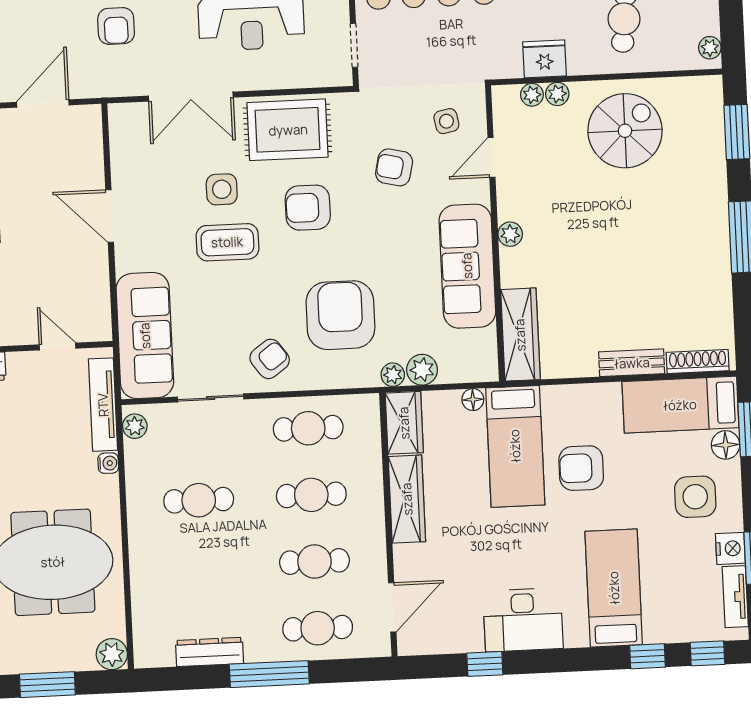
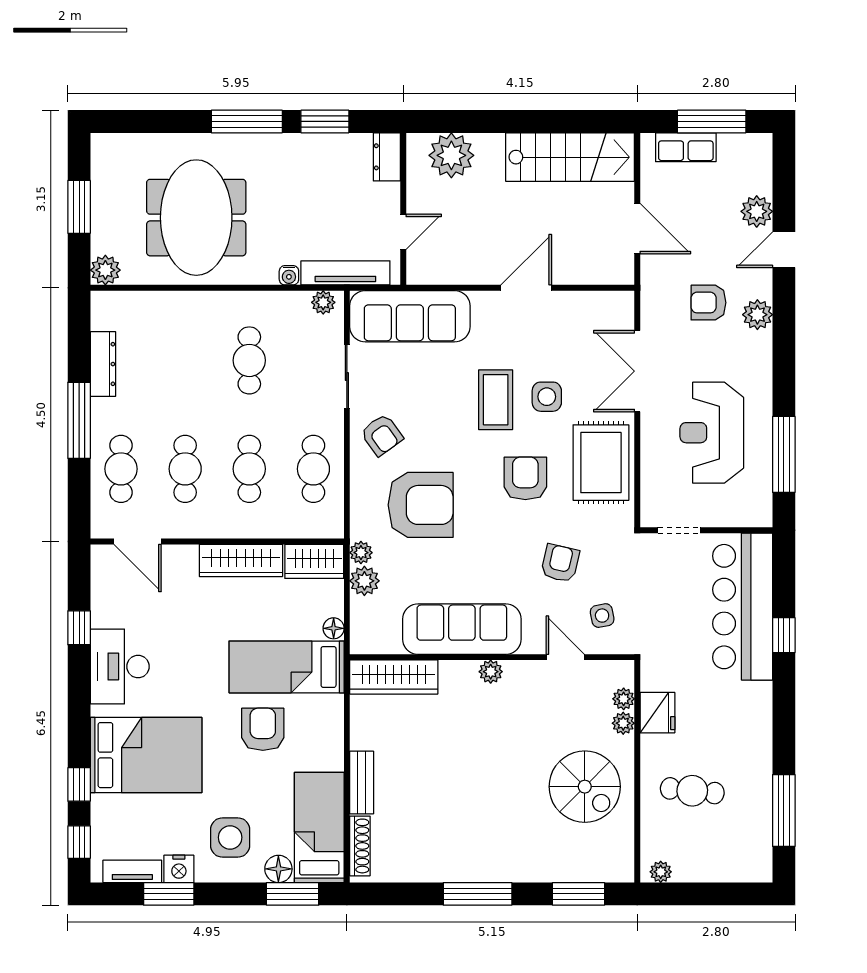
bed: (614, 588) -> (146, 755), width x1.50

